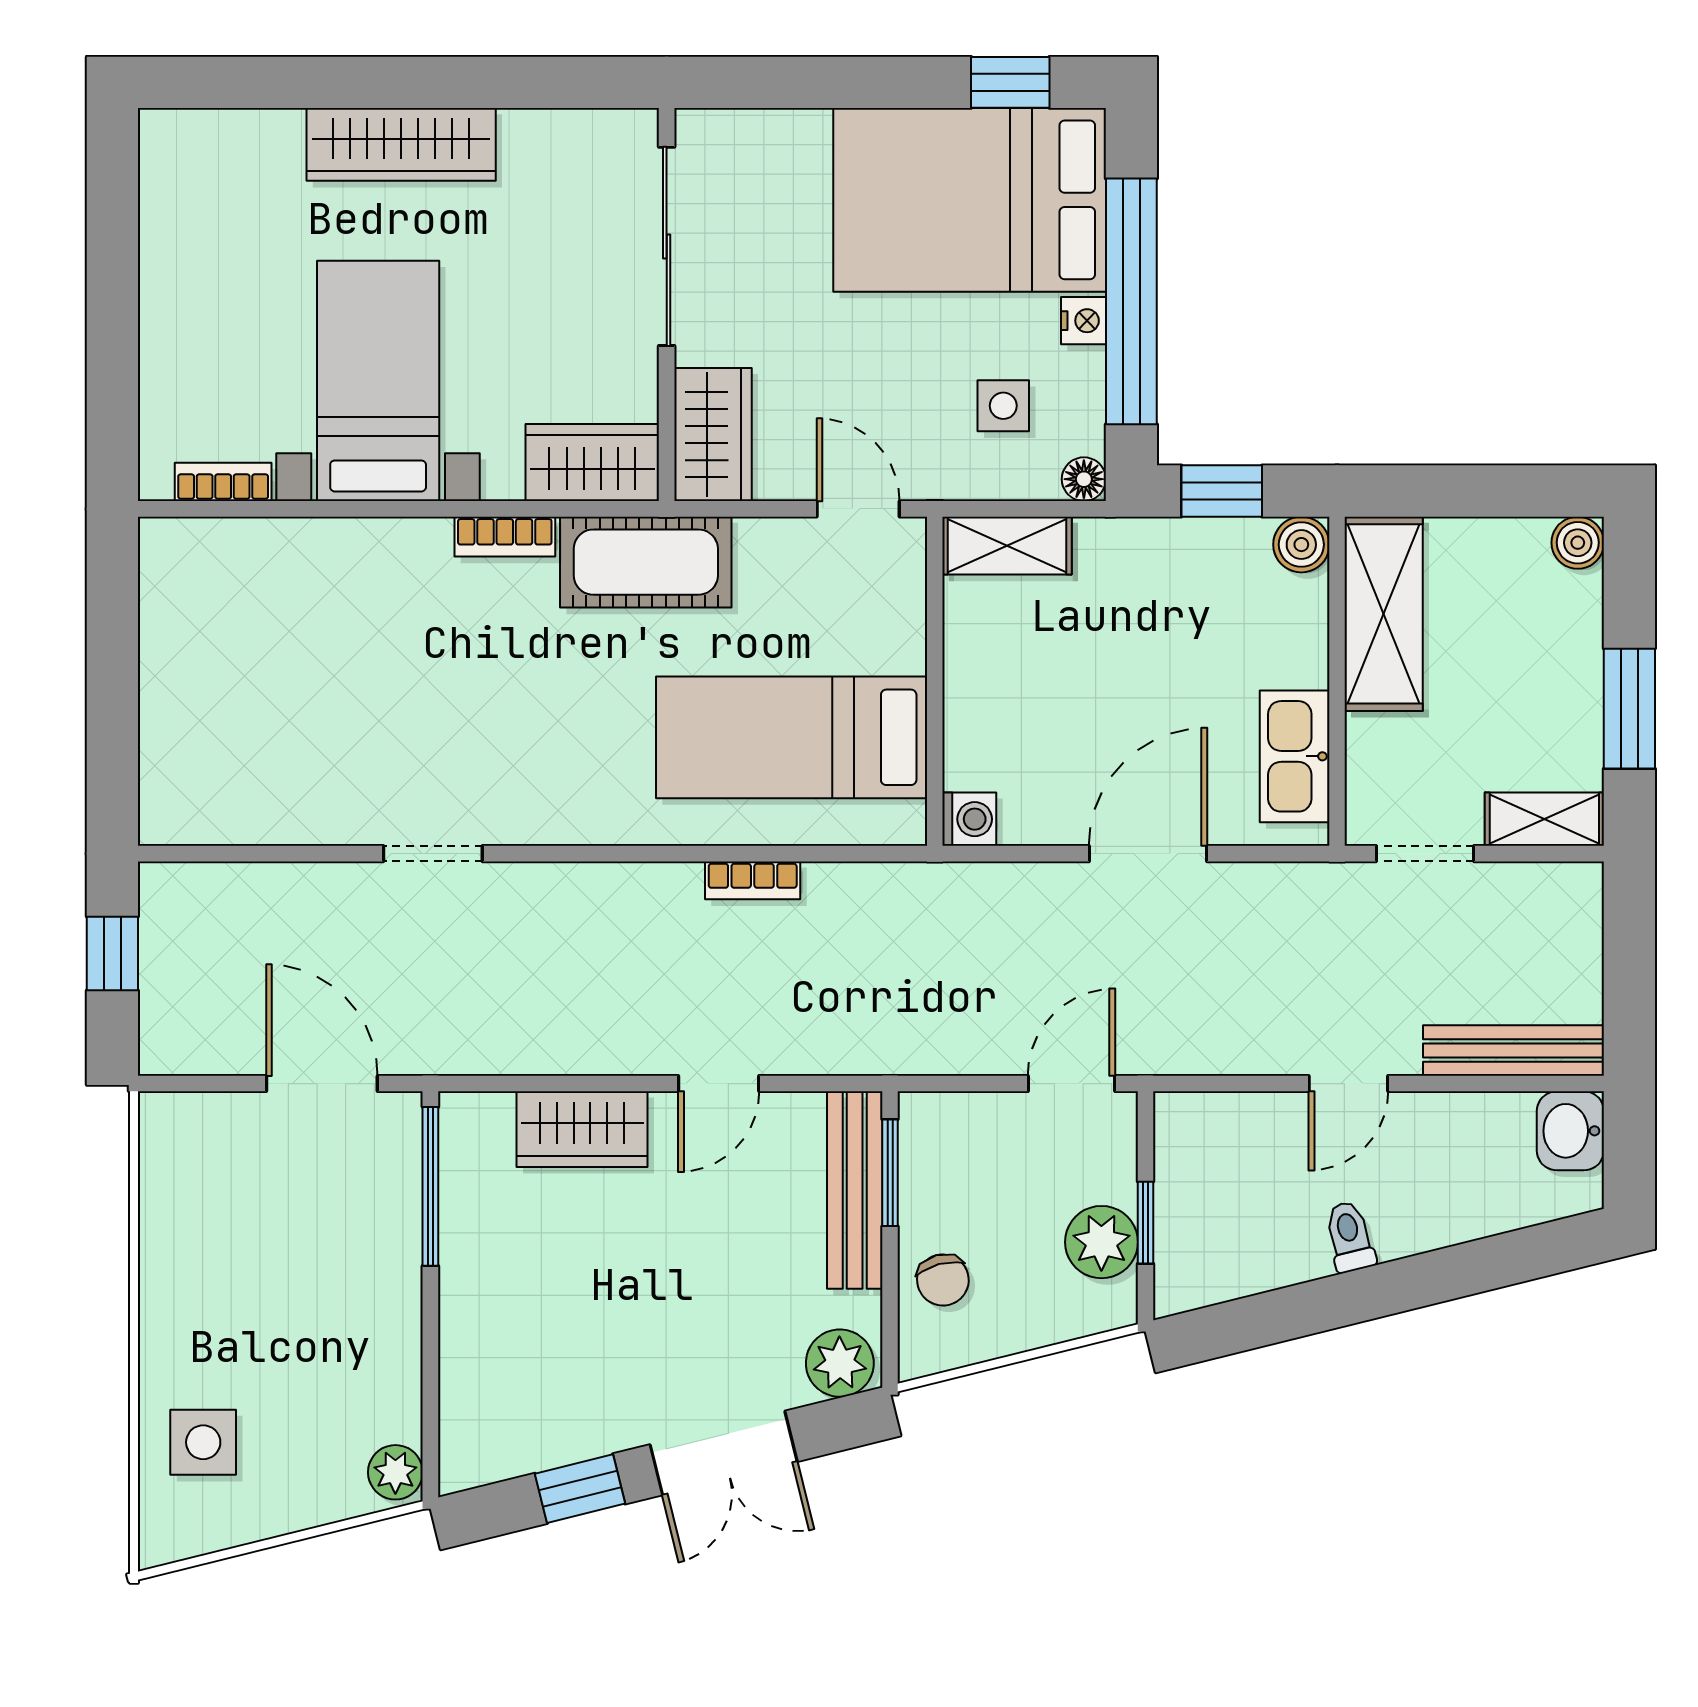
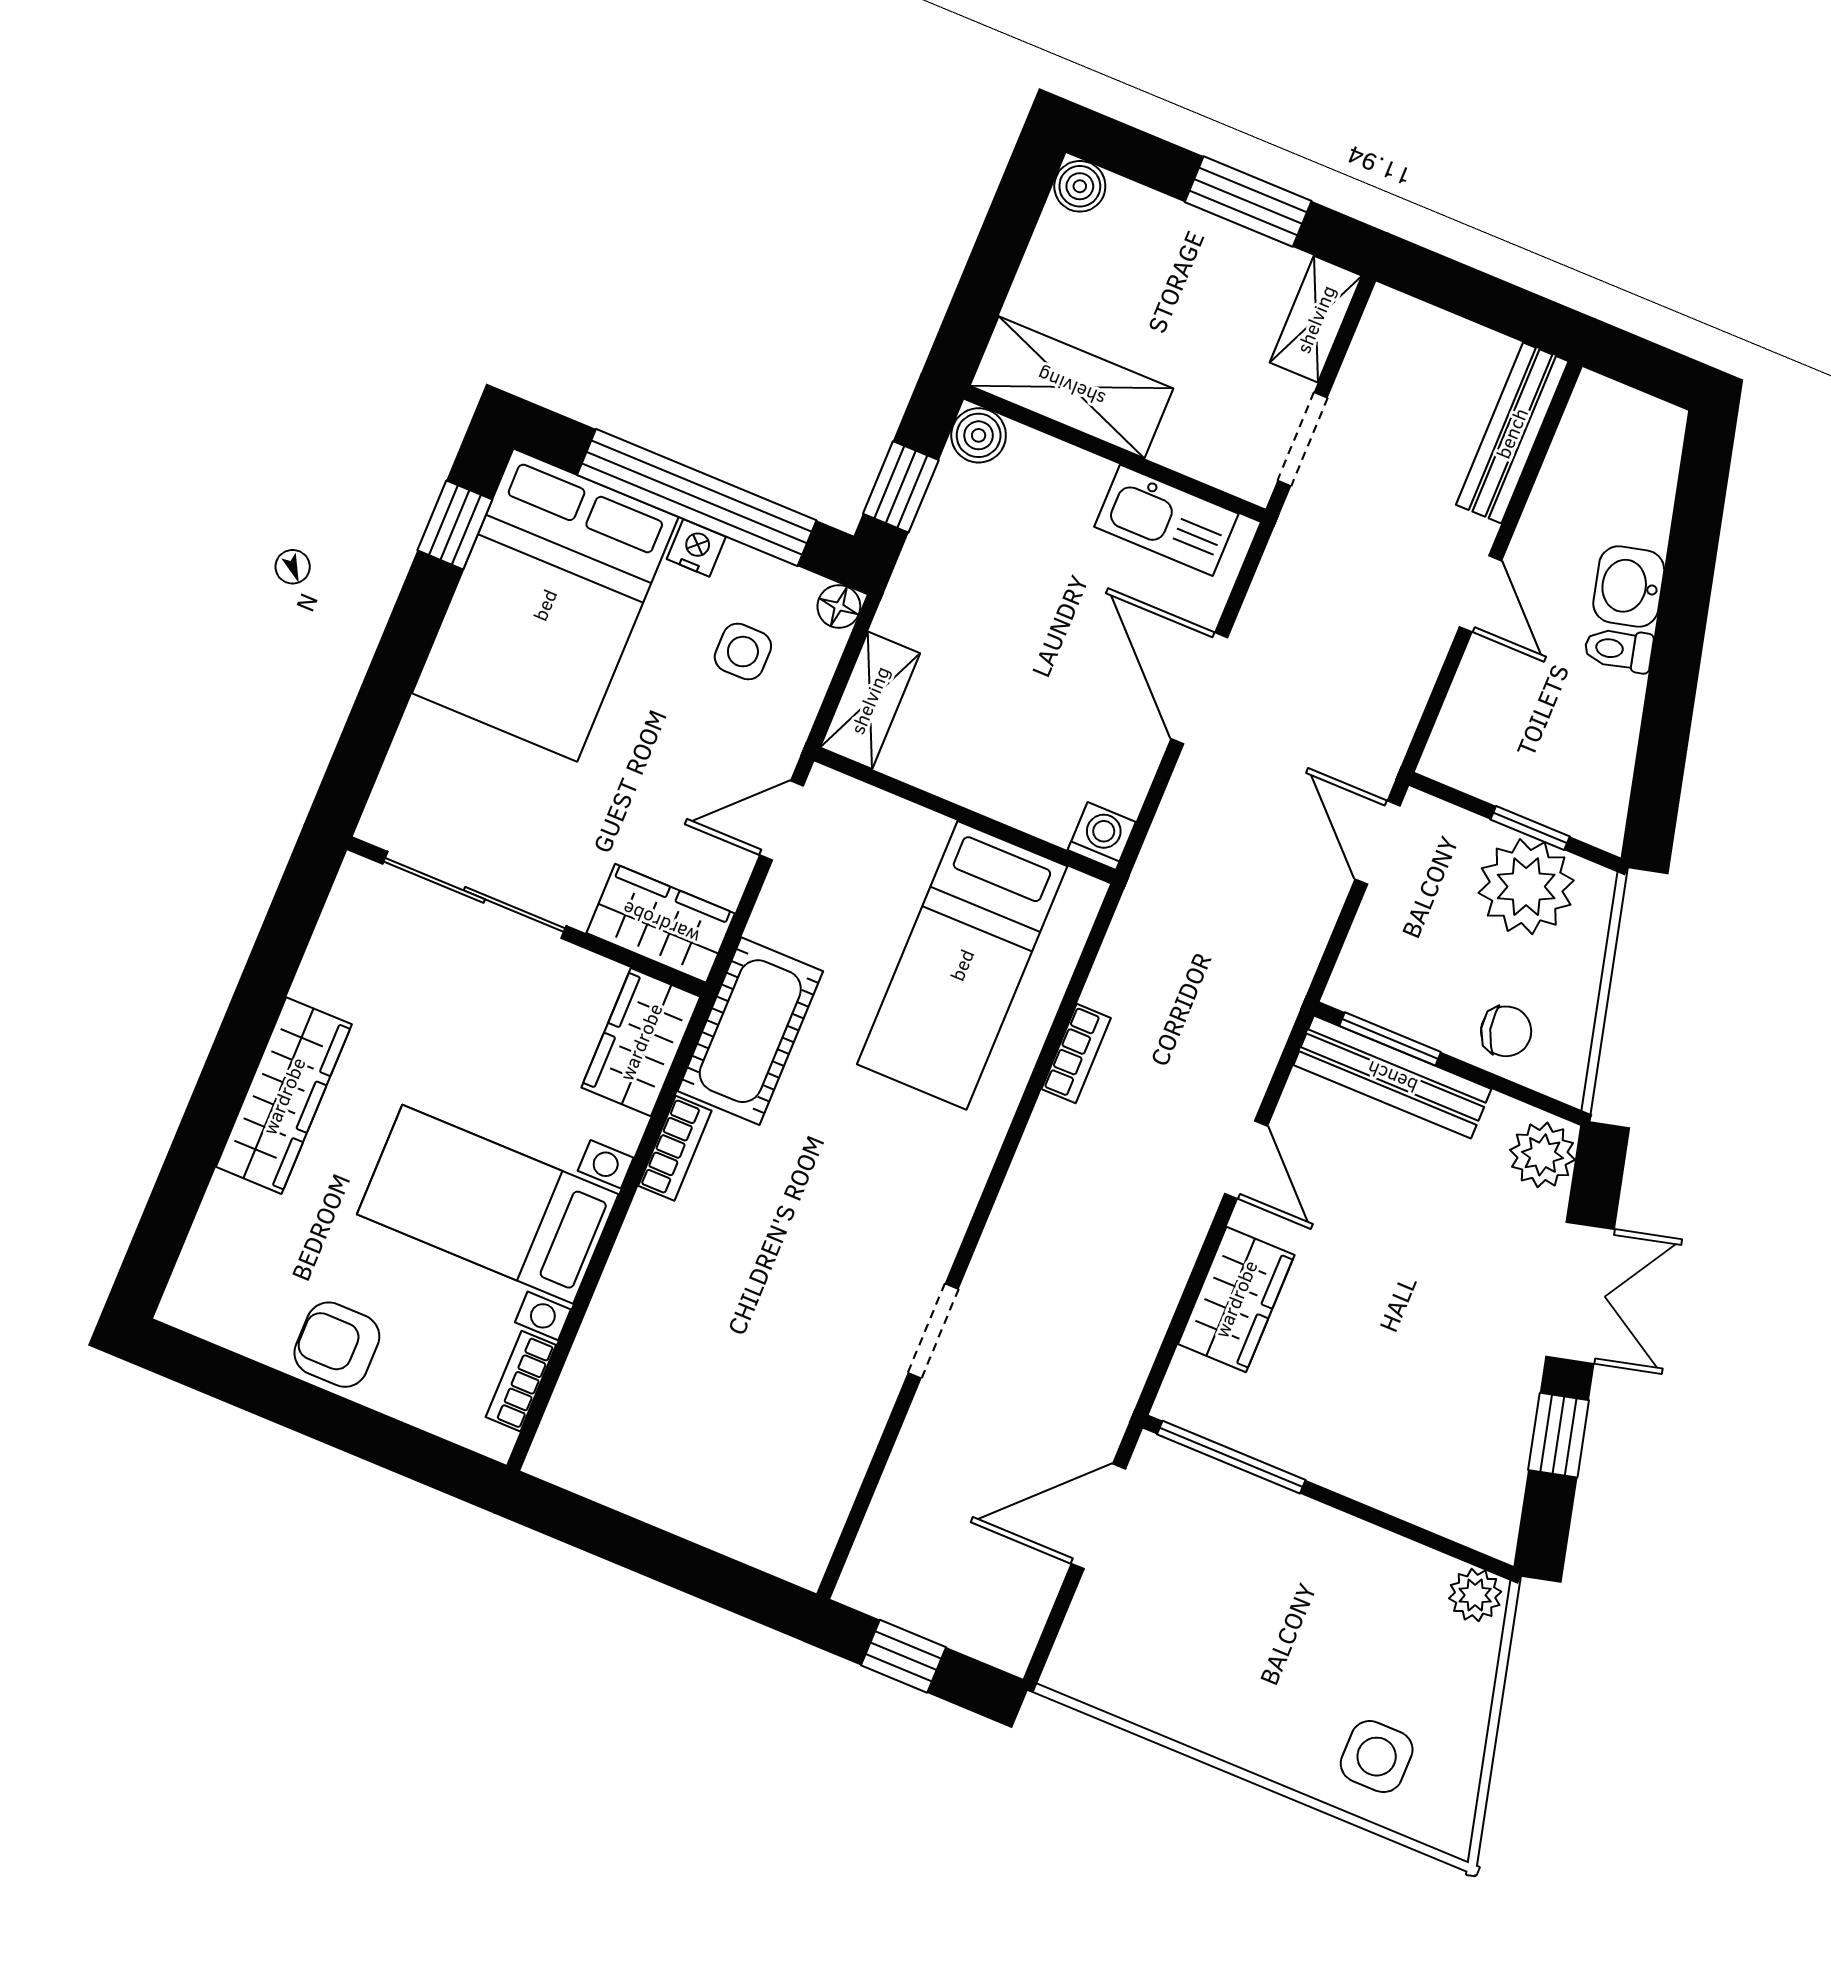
armchair: (185, 293) -> (337, 1345), added
washbasin: (1570, 1131) -> (1629, 586), moved, turned 76
plant: (1101, 1242) -> (1526, 887), width x1.36, depth x1.36

